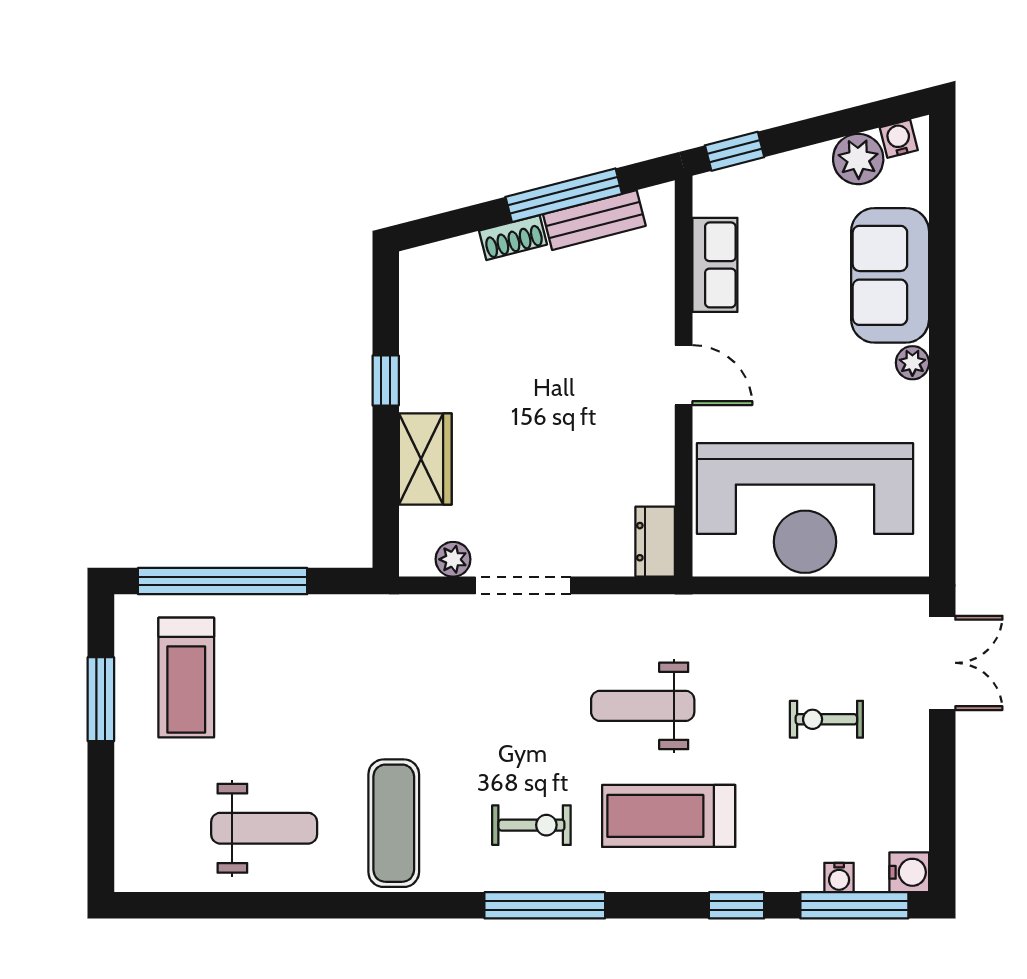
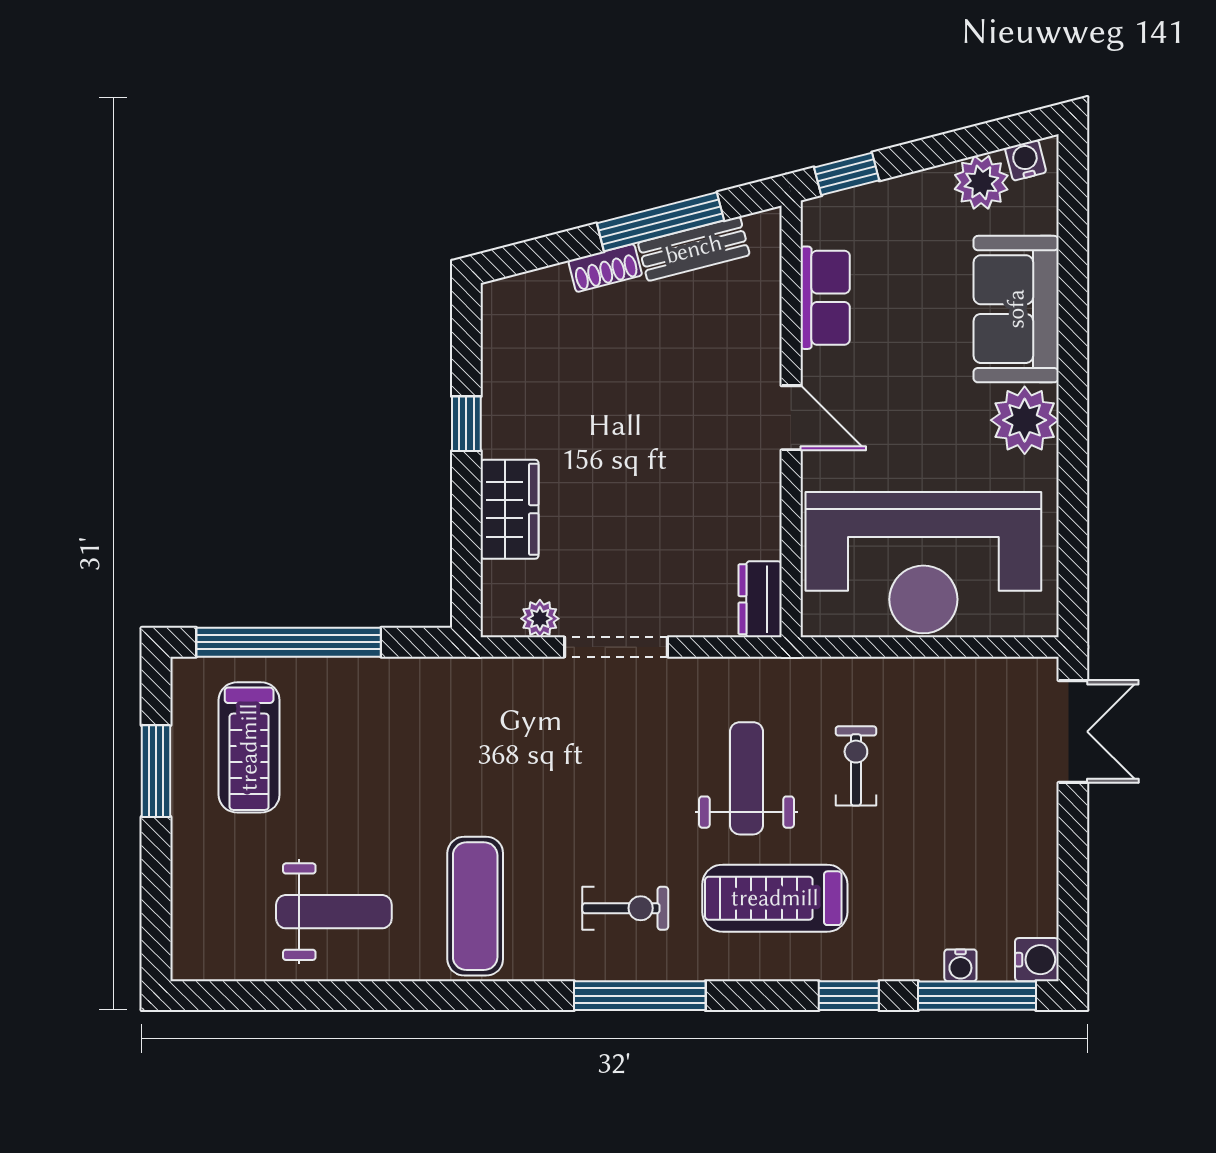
plant: (912, 363) -> (1025, 420), width x1.88, depth x1.88
weight bench: (643, 706) -> (746, 778), turned 90
exercise bike: (826, 719) -> (856, 766), moved, turned 90

